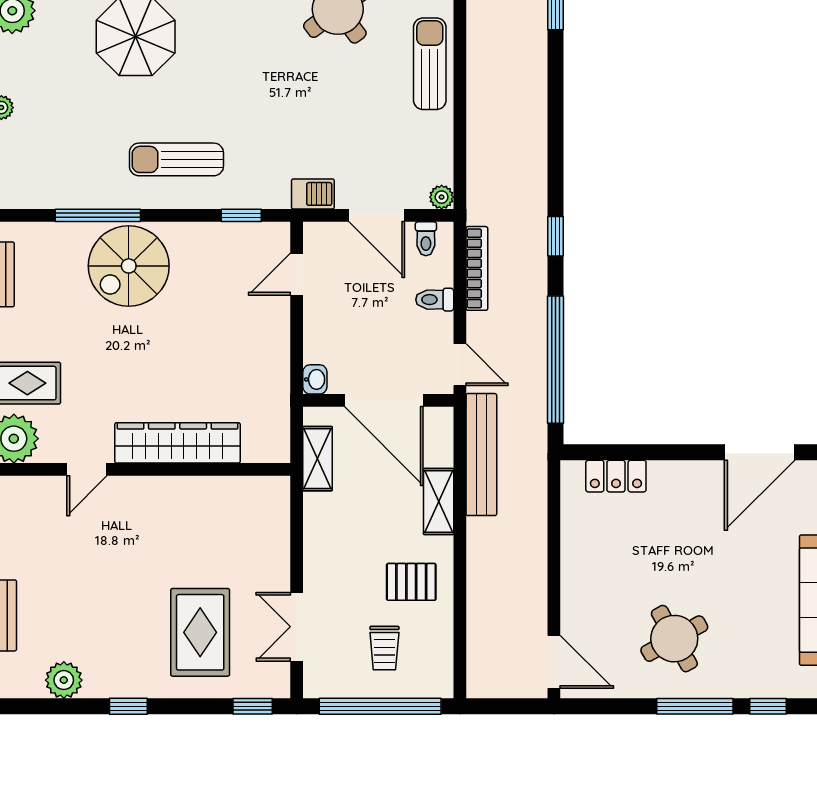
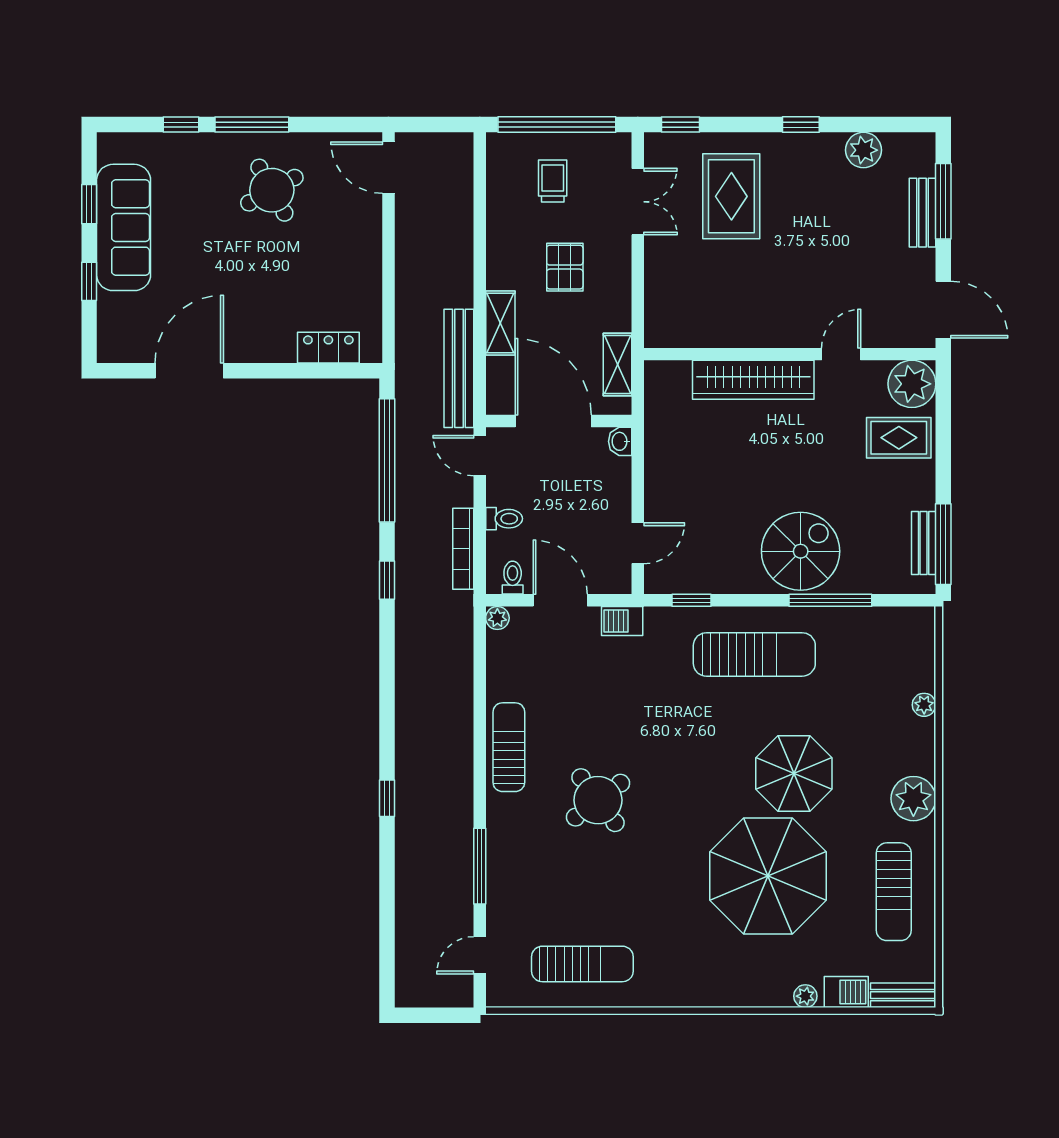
sun lounger: (430, 64) -> (509, 747), turned 180
sun lounger: (176, 159) -> (754, 654), width x1.36, depth x1.34
pallet: (411, 582) -> (565, 267), moved, turned 90

